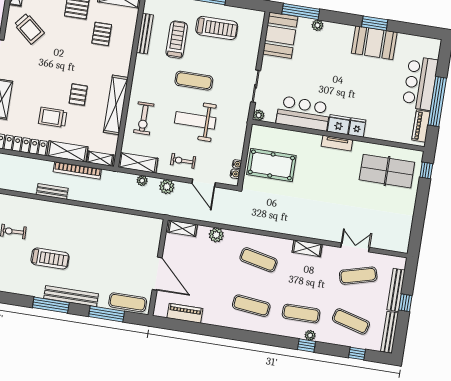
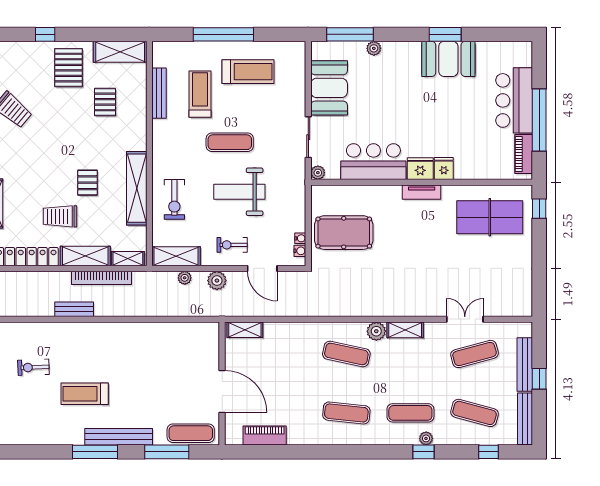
booth: (280, 35) -> (329, 88), moved
plant: (216, 235) -> (376, 331), moved
treadmill: (50, 258) -> (85, 394), turned 180

